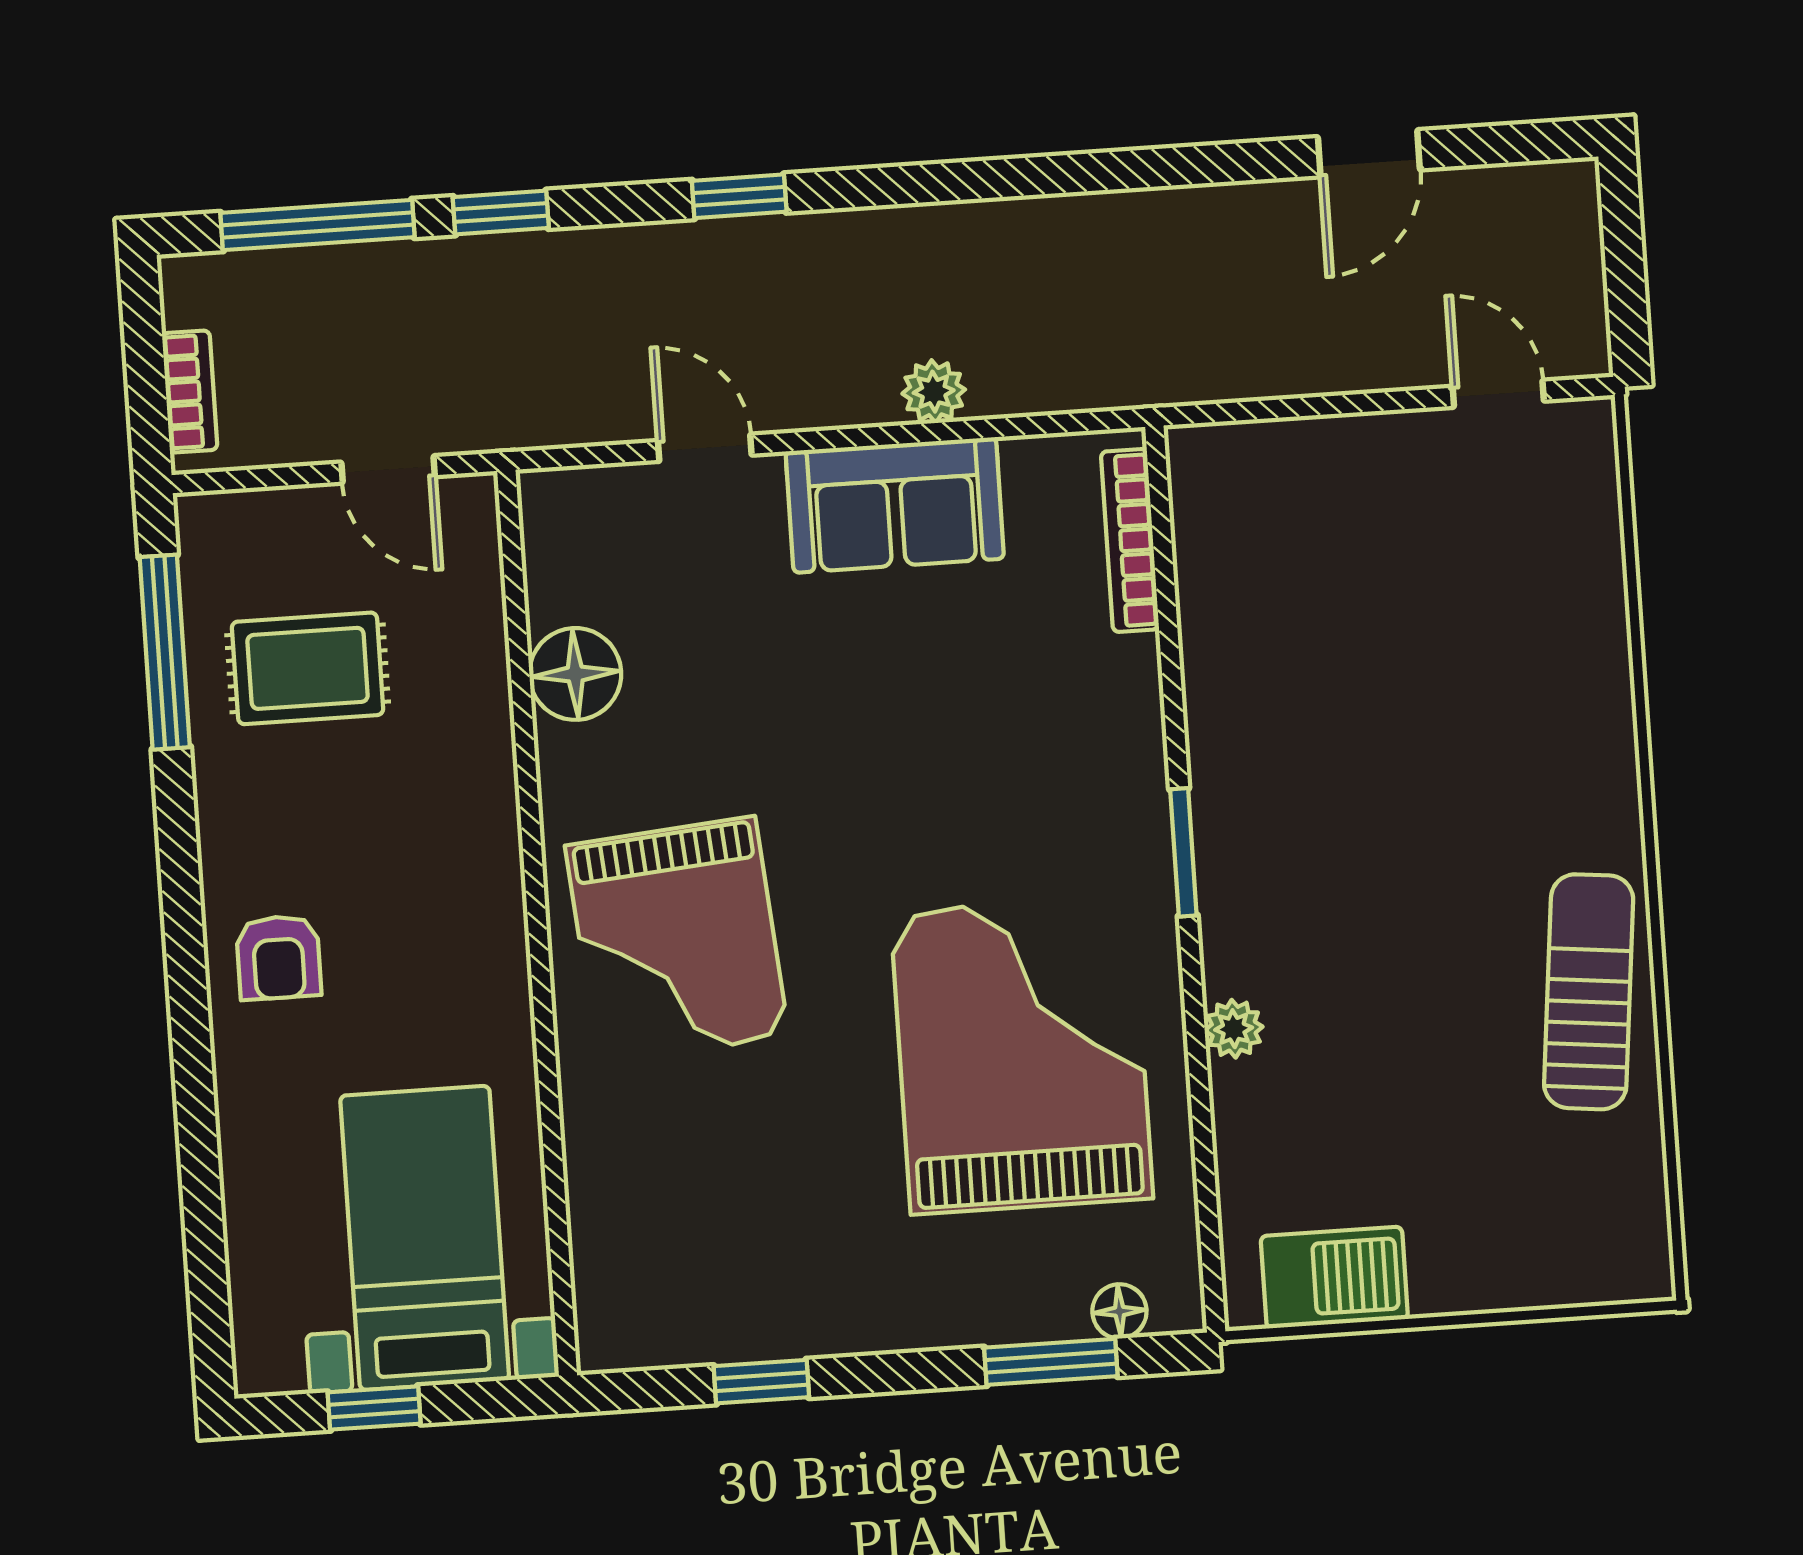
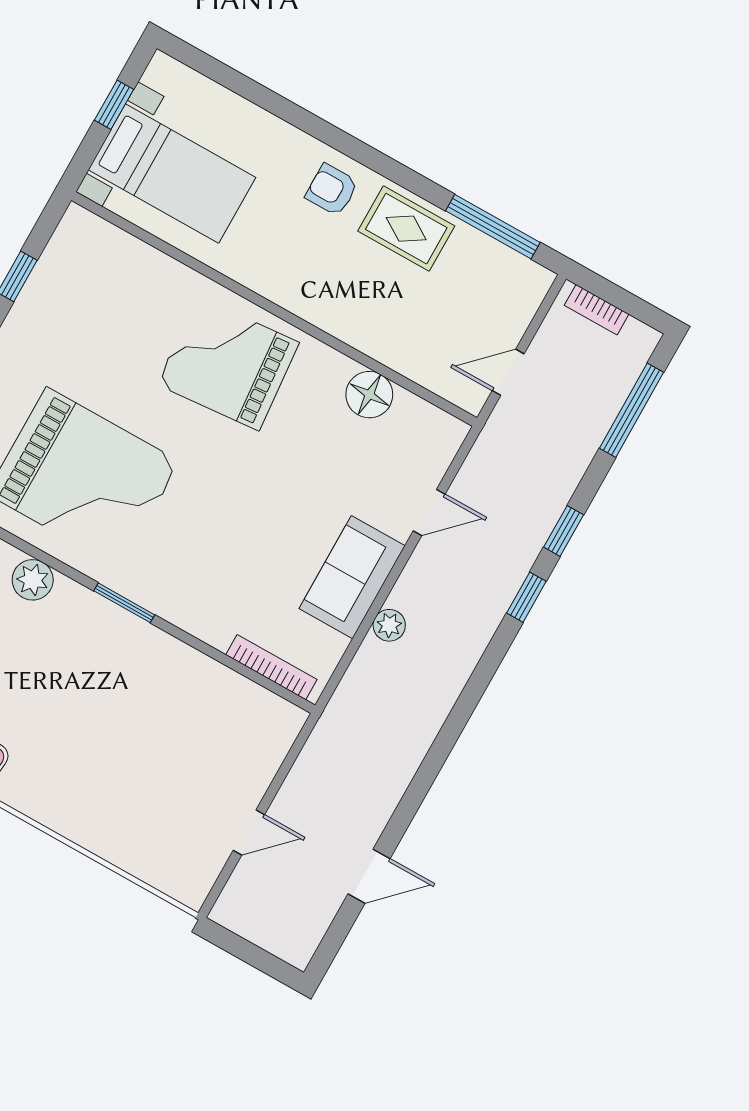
door: (1369, 153) -> (369, 876), swing flipped
window: (501, 213) -> (564, 531), moved
door: (1498, 394) -> (249, 833), moved
rug: (308, 668) -> (406, 229), moved, turned 90
plant: (1234, 1029) -> (33, 580), width x1.38, depth x1.38

